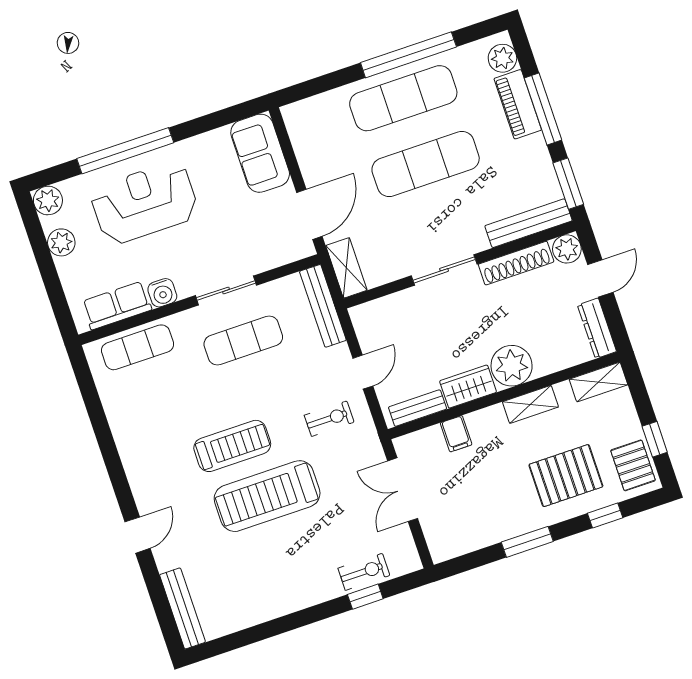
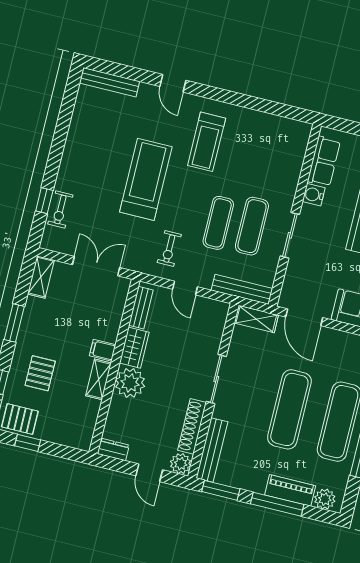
dresser: (597, 328) -> (113, 449), width x0.70
exercise mat: (138, 347) -> (218, 223), moved
shelving: (598, 382) -> (41, 277), moved
filing cabinet: (456, 434) -> (103, 350), moved
treadmill: (232, 446) -> (207, 142), moved
pallet: (566, 476) -> (40, 373), width x0.67, depth x0.71

